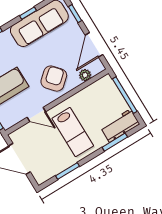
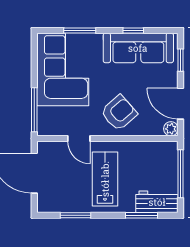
door: (94, 45) -> (181, 104), hinge flipped
plant: (85, 75) -> (171, 129), moved
lab bench: (73, 132) -> (105, 179), turned 180

